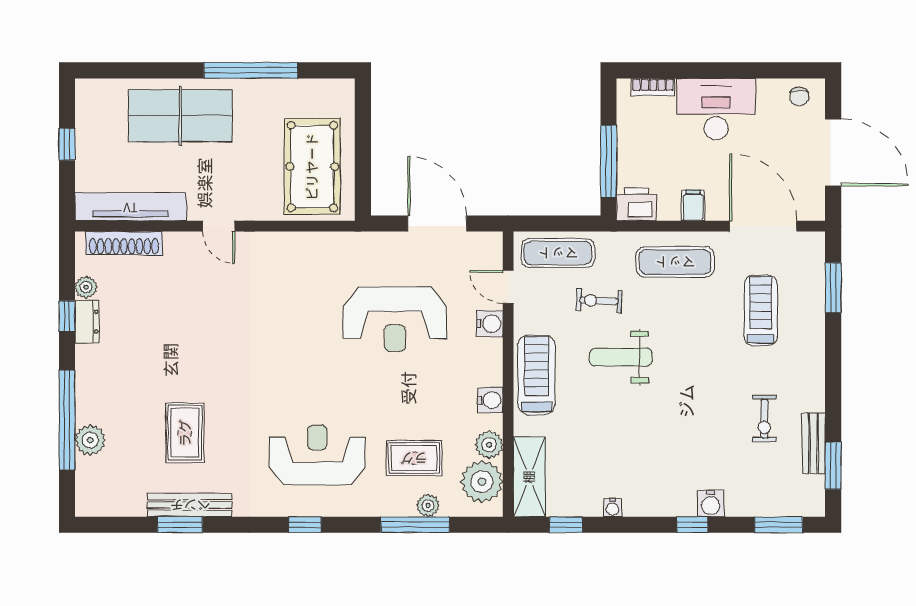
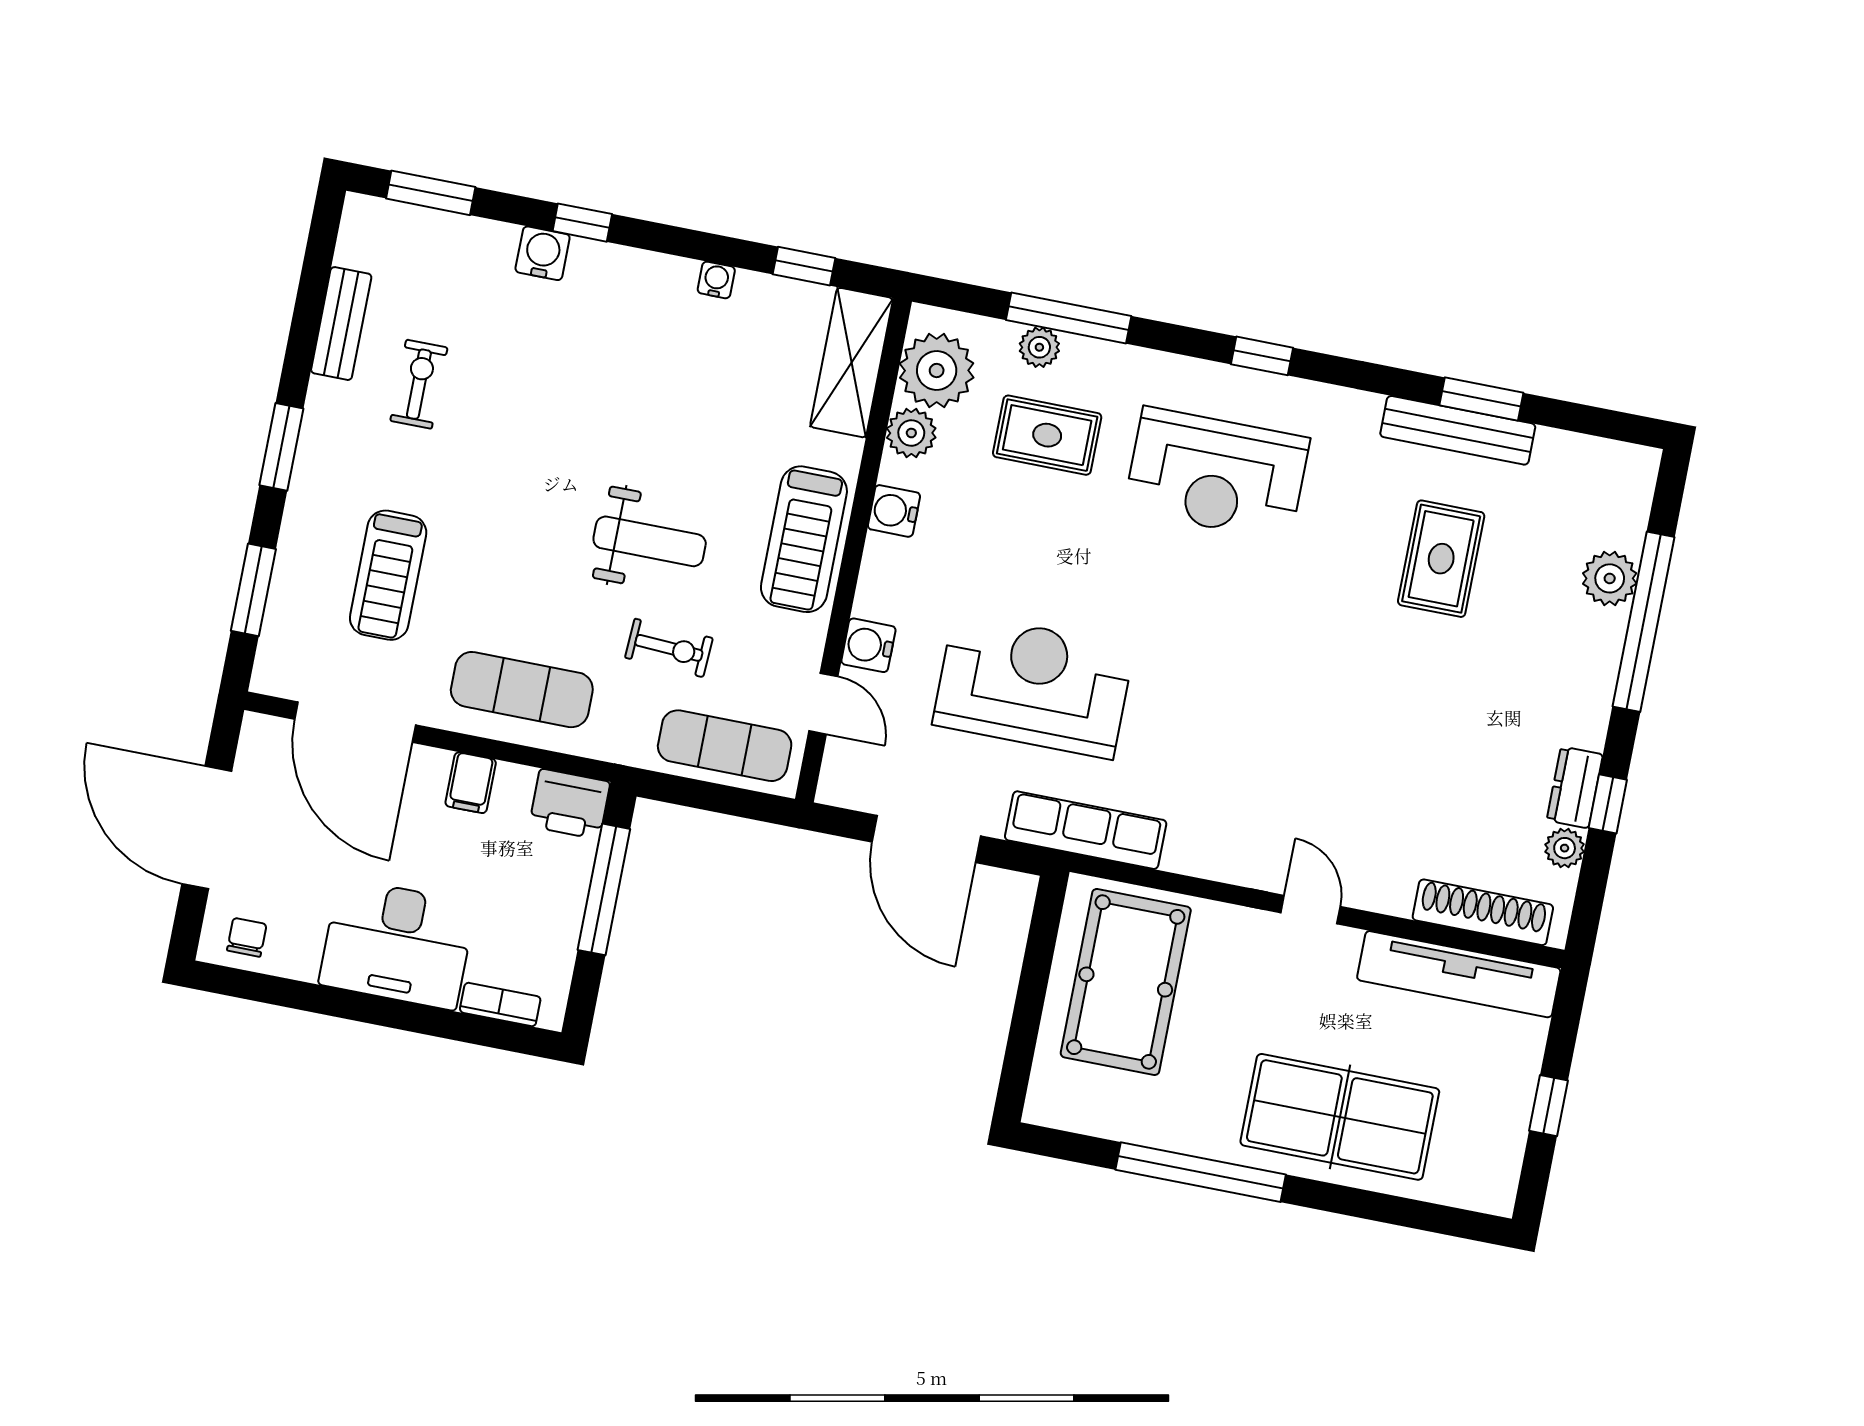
row of seats: (351, 246) -> (1086, 830), added
window: (833, 466) -> (281, 447), moved

